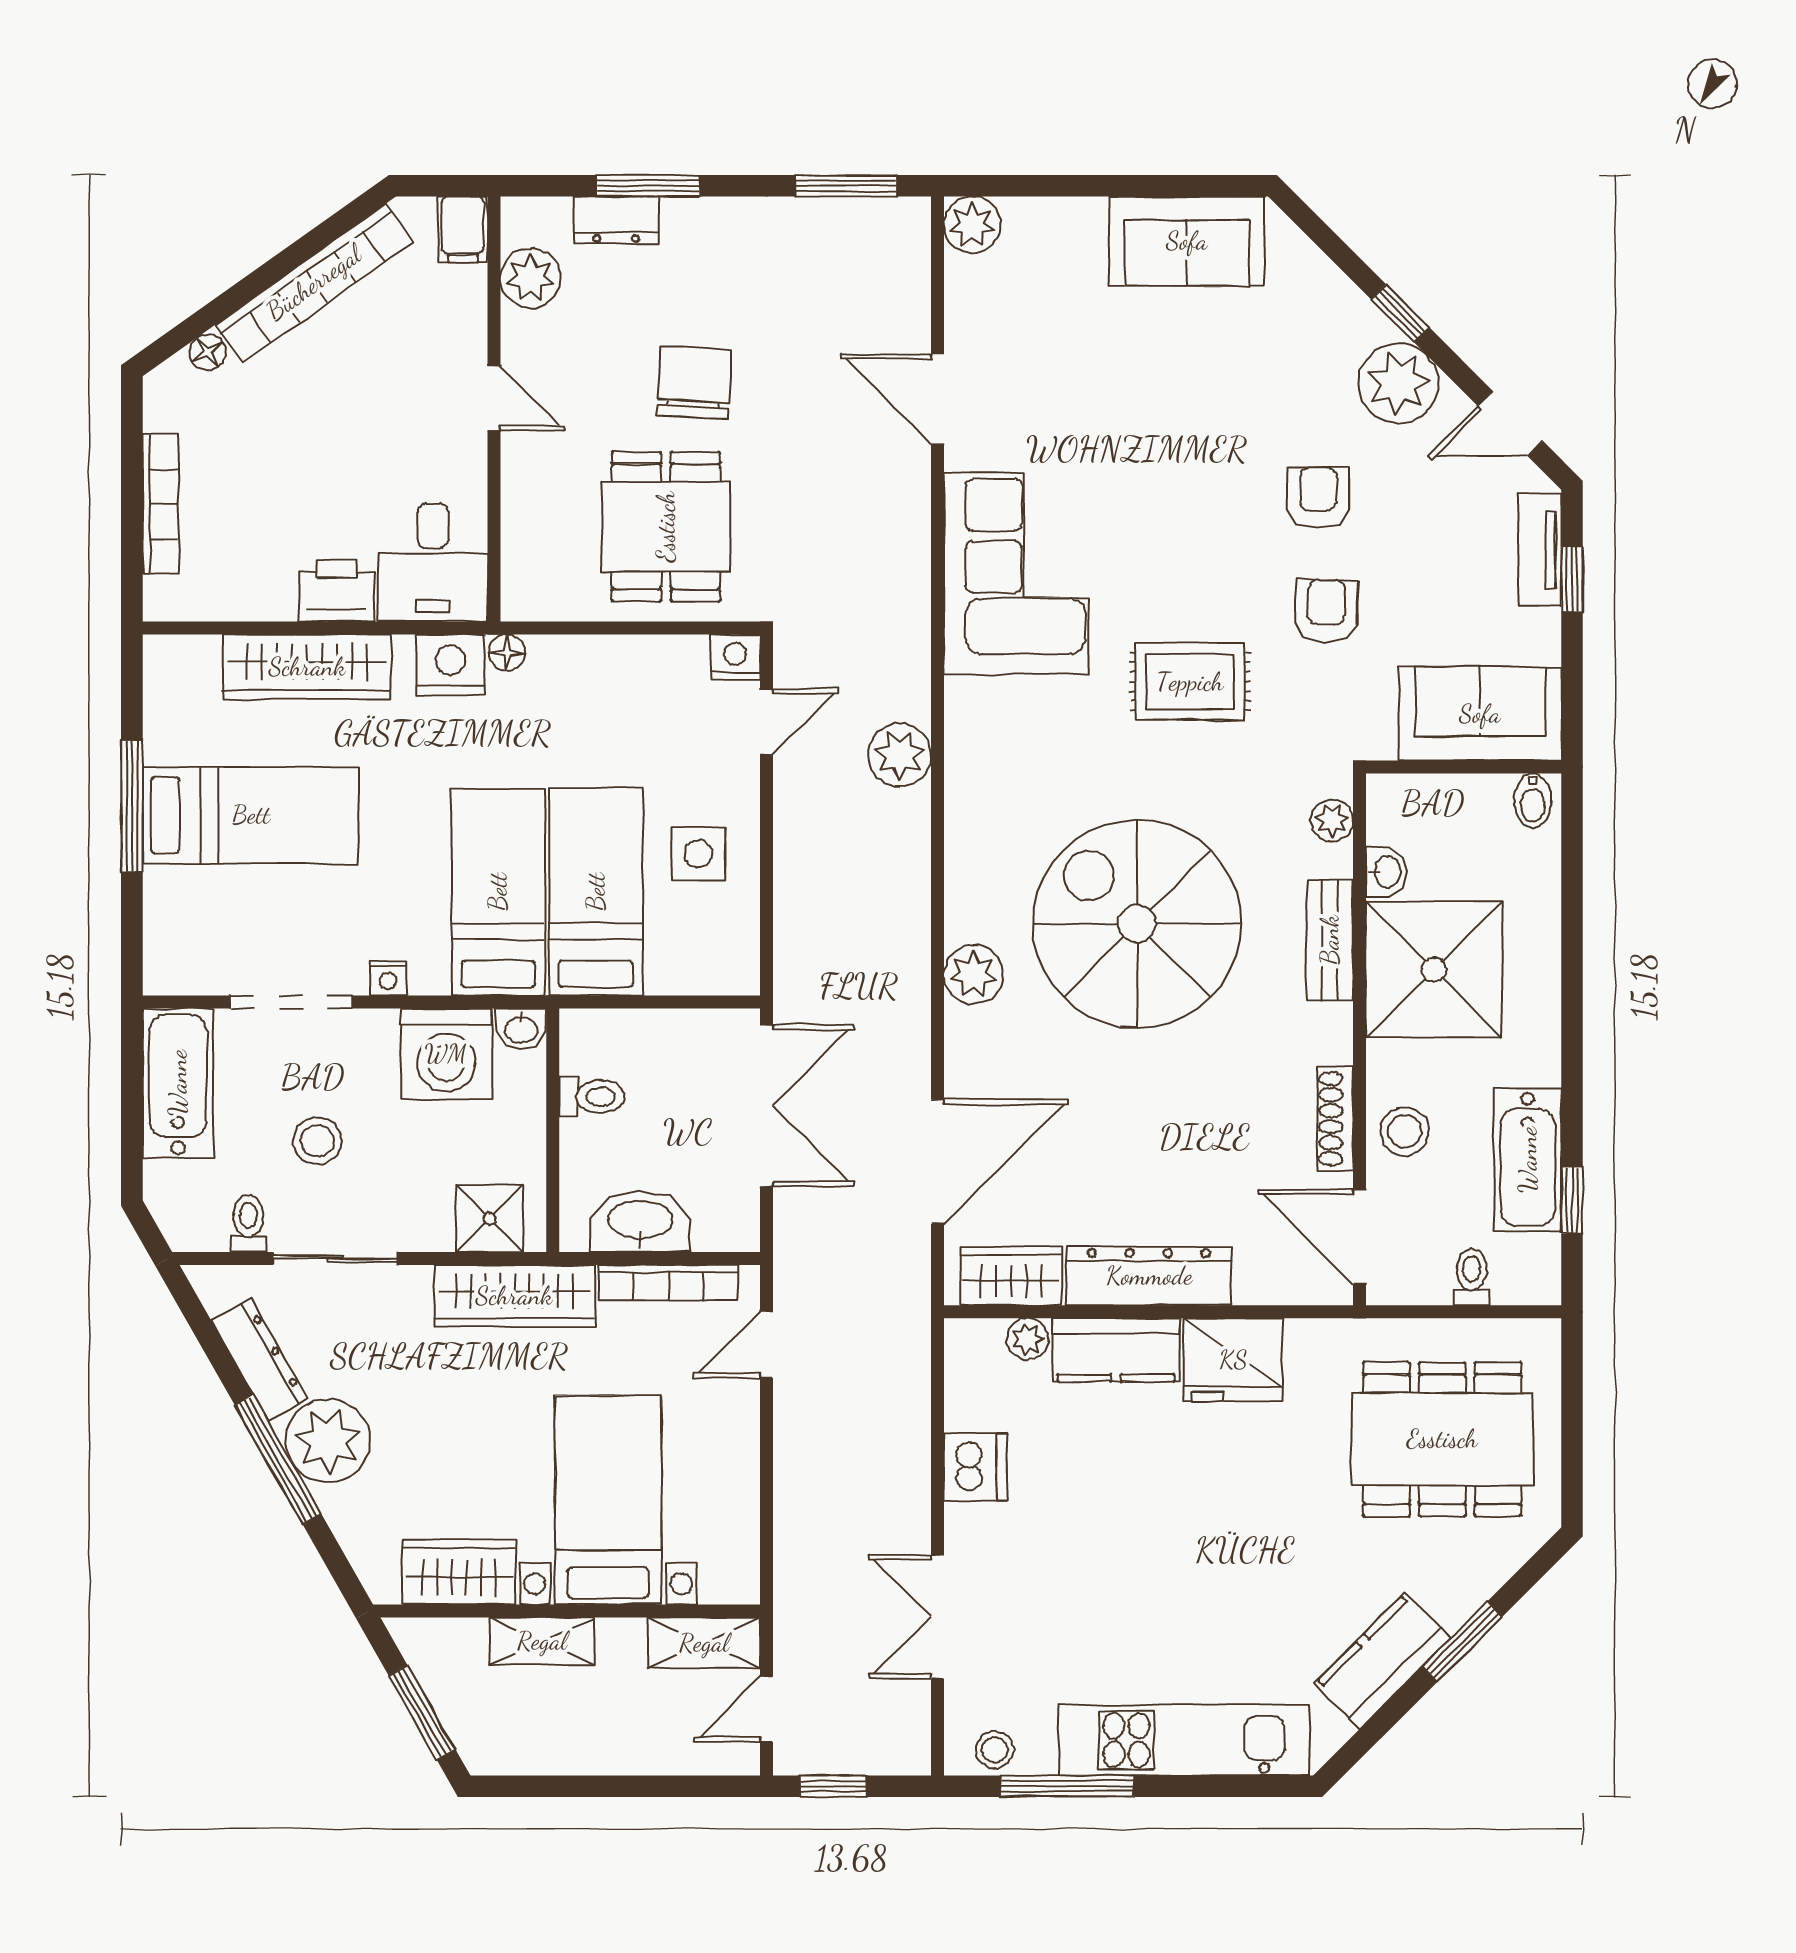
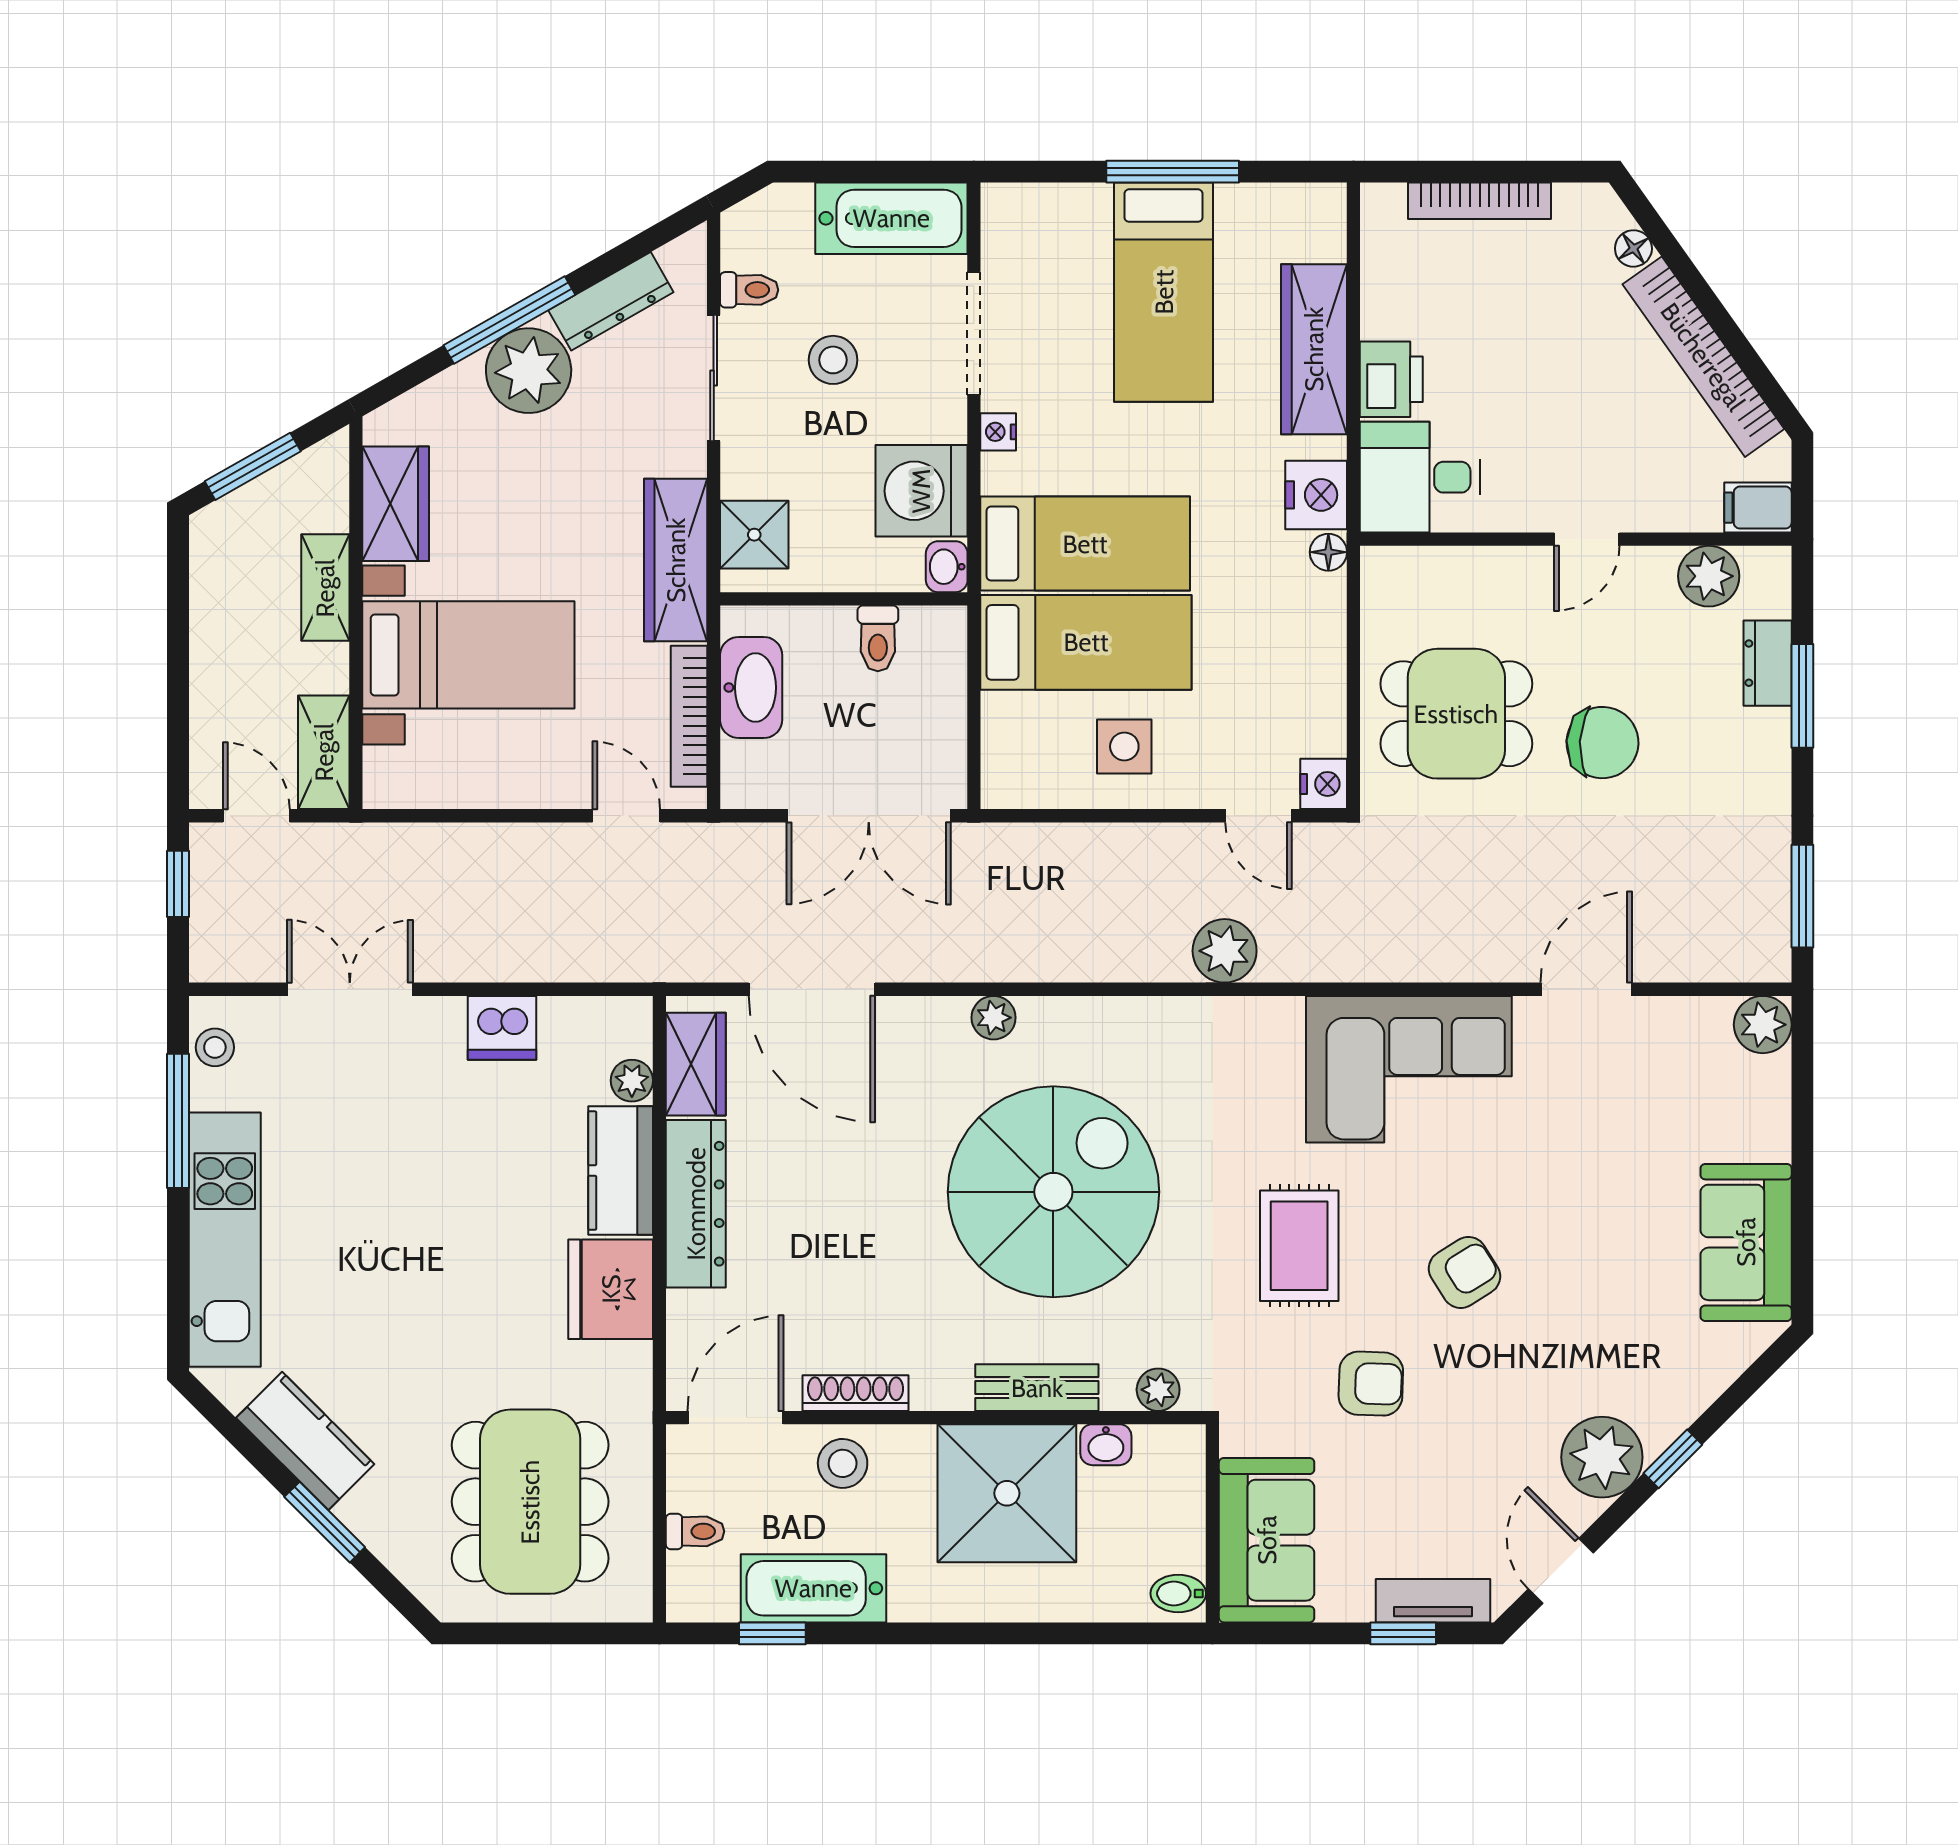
armchair: (1318, 498) -> (1464, 1272), moved, turned -32
plant: (974, 975) -> (994, 1018), width x0.73, depth x0.73

